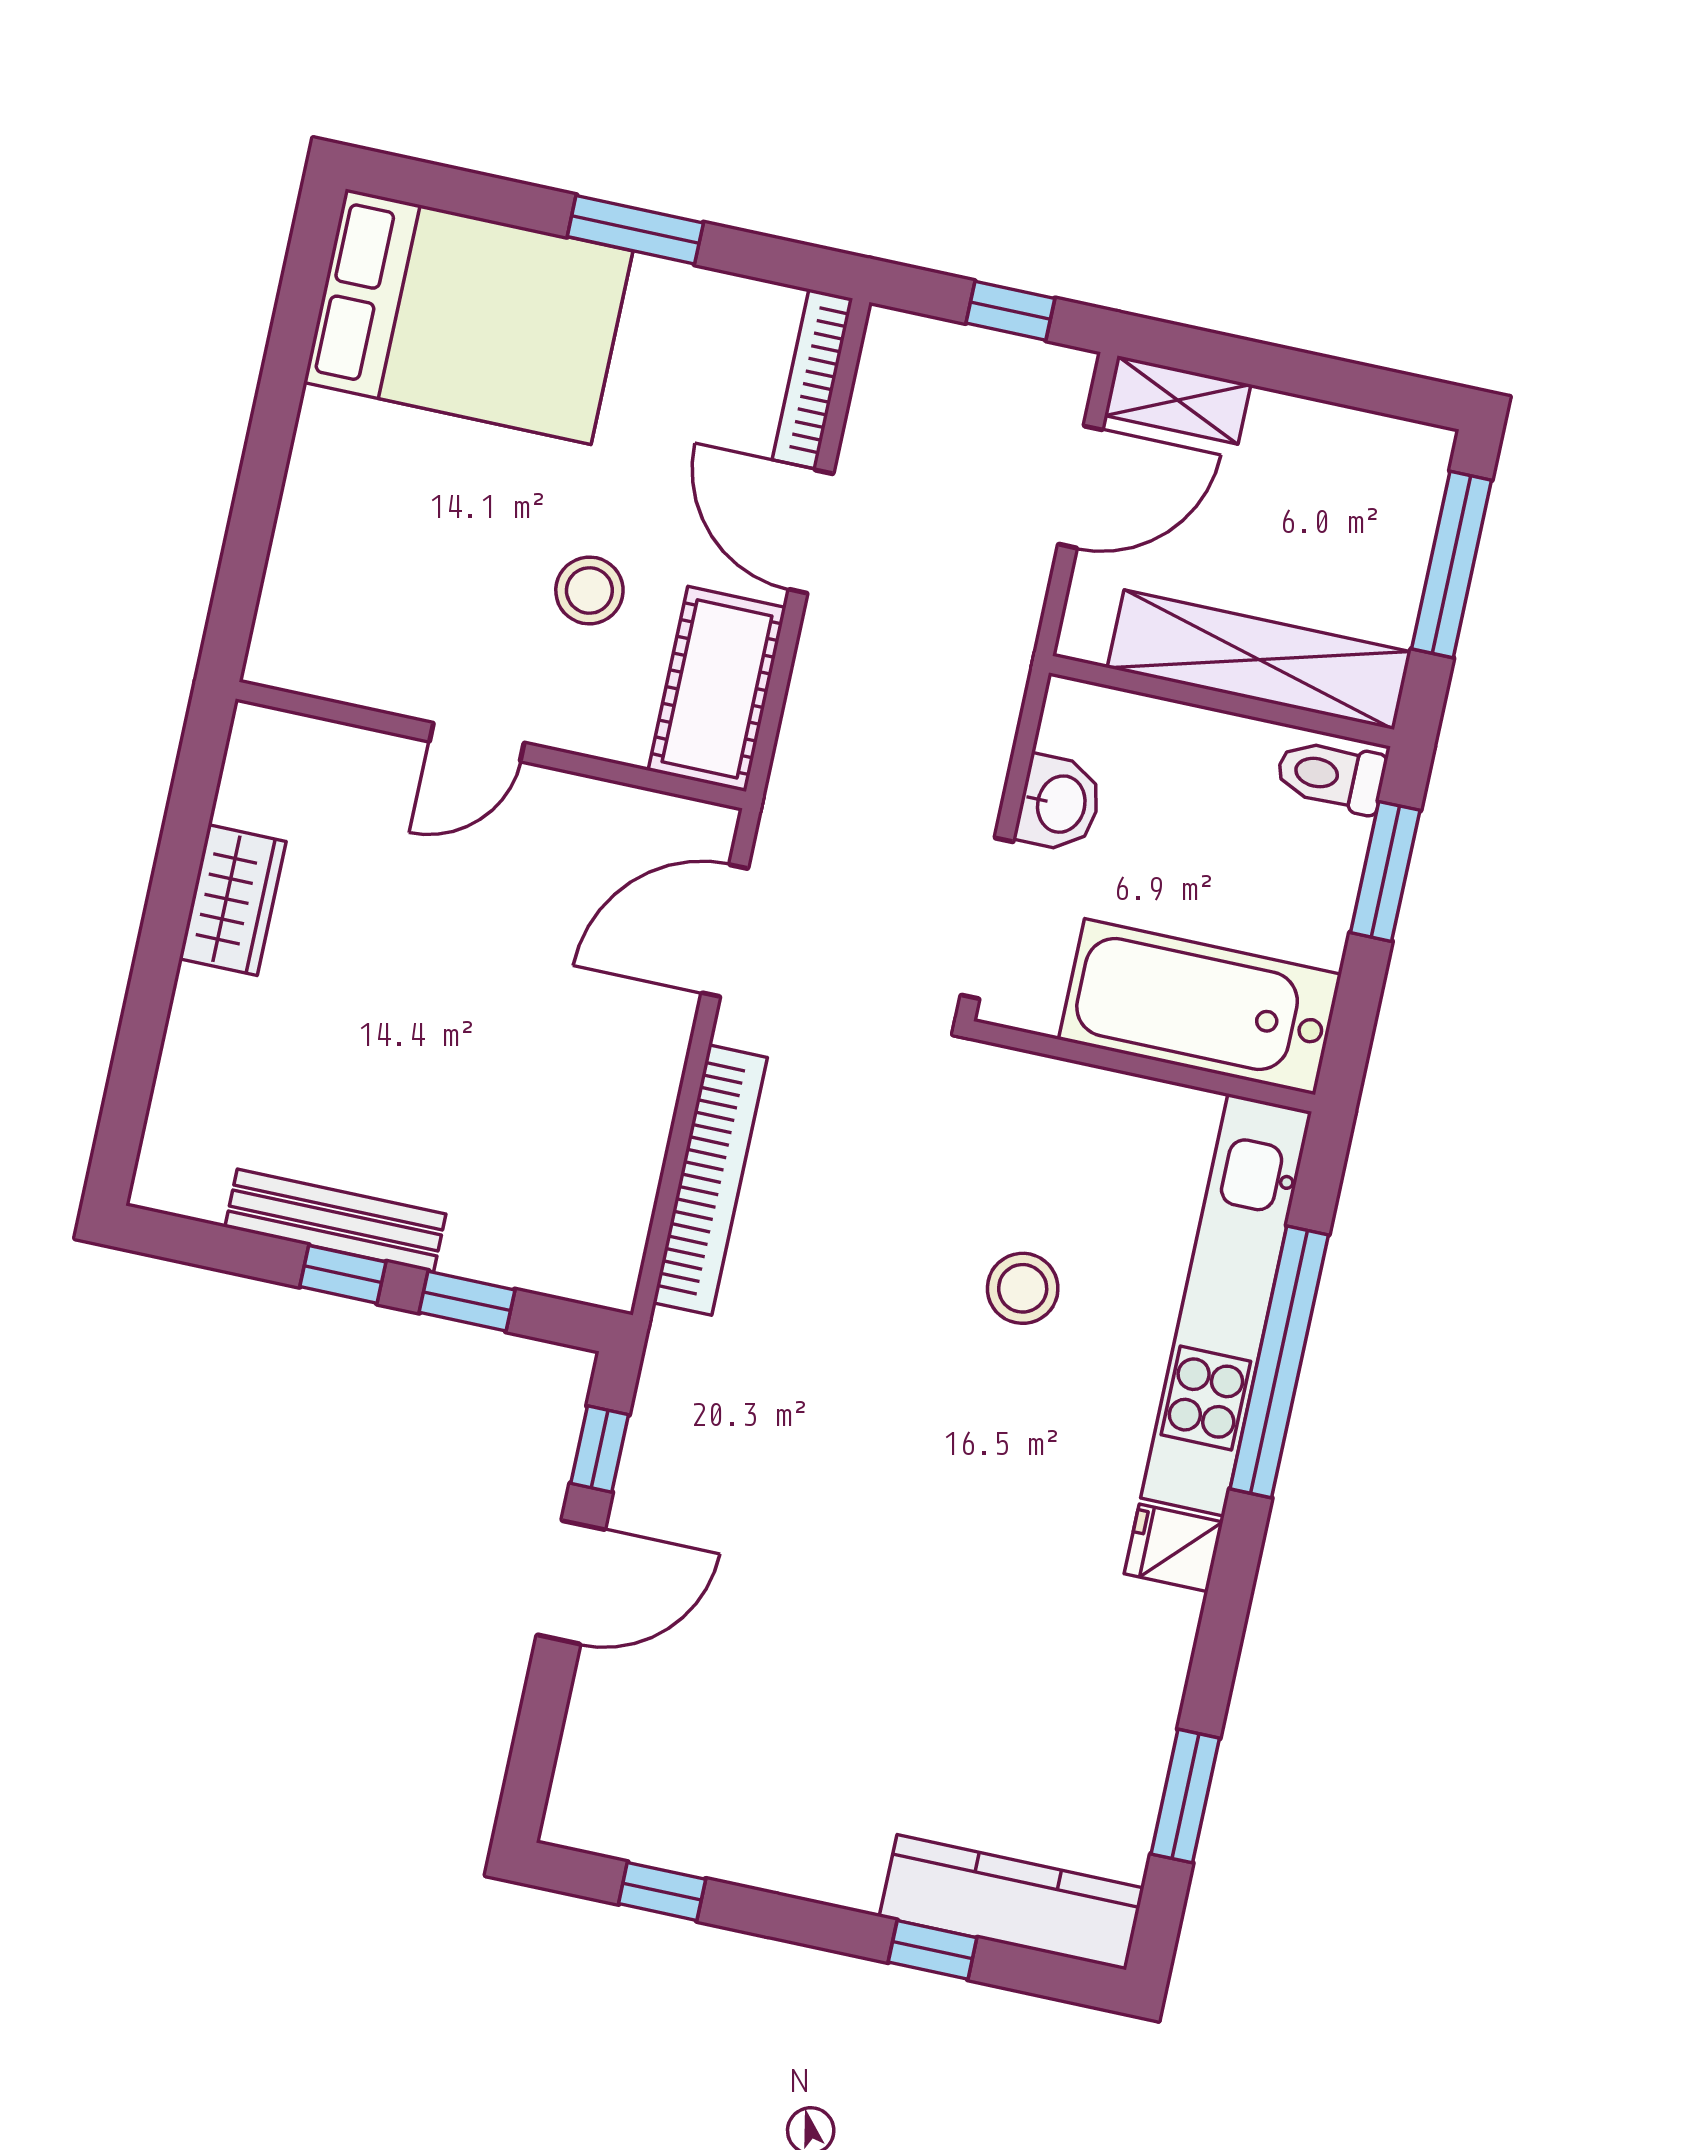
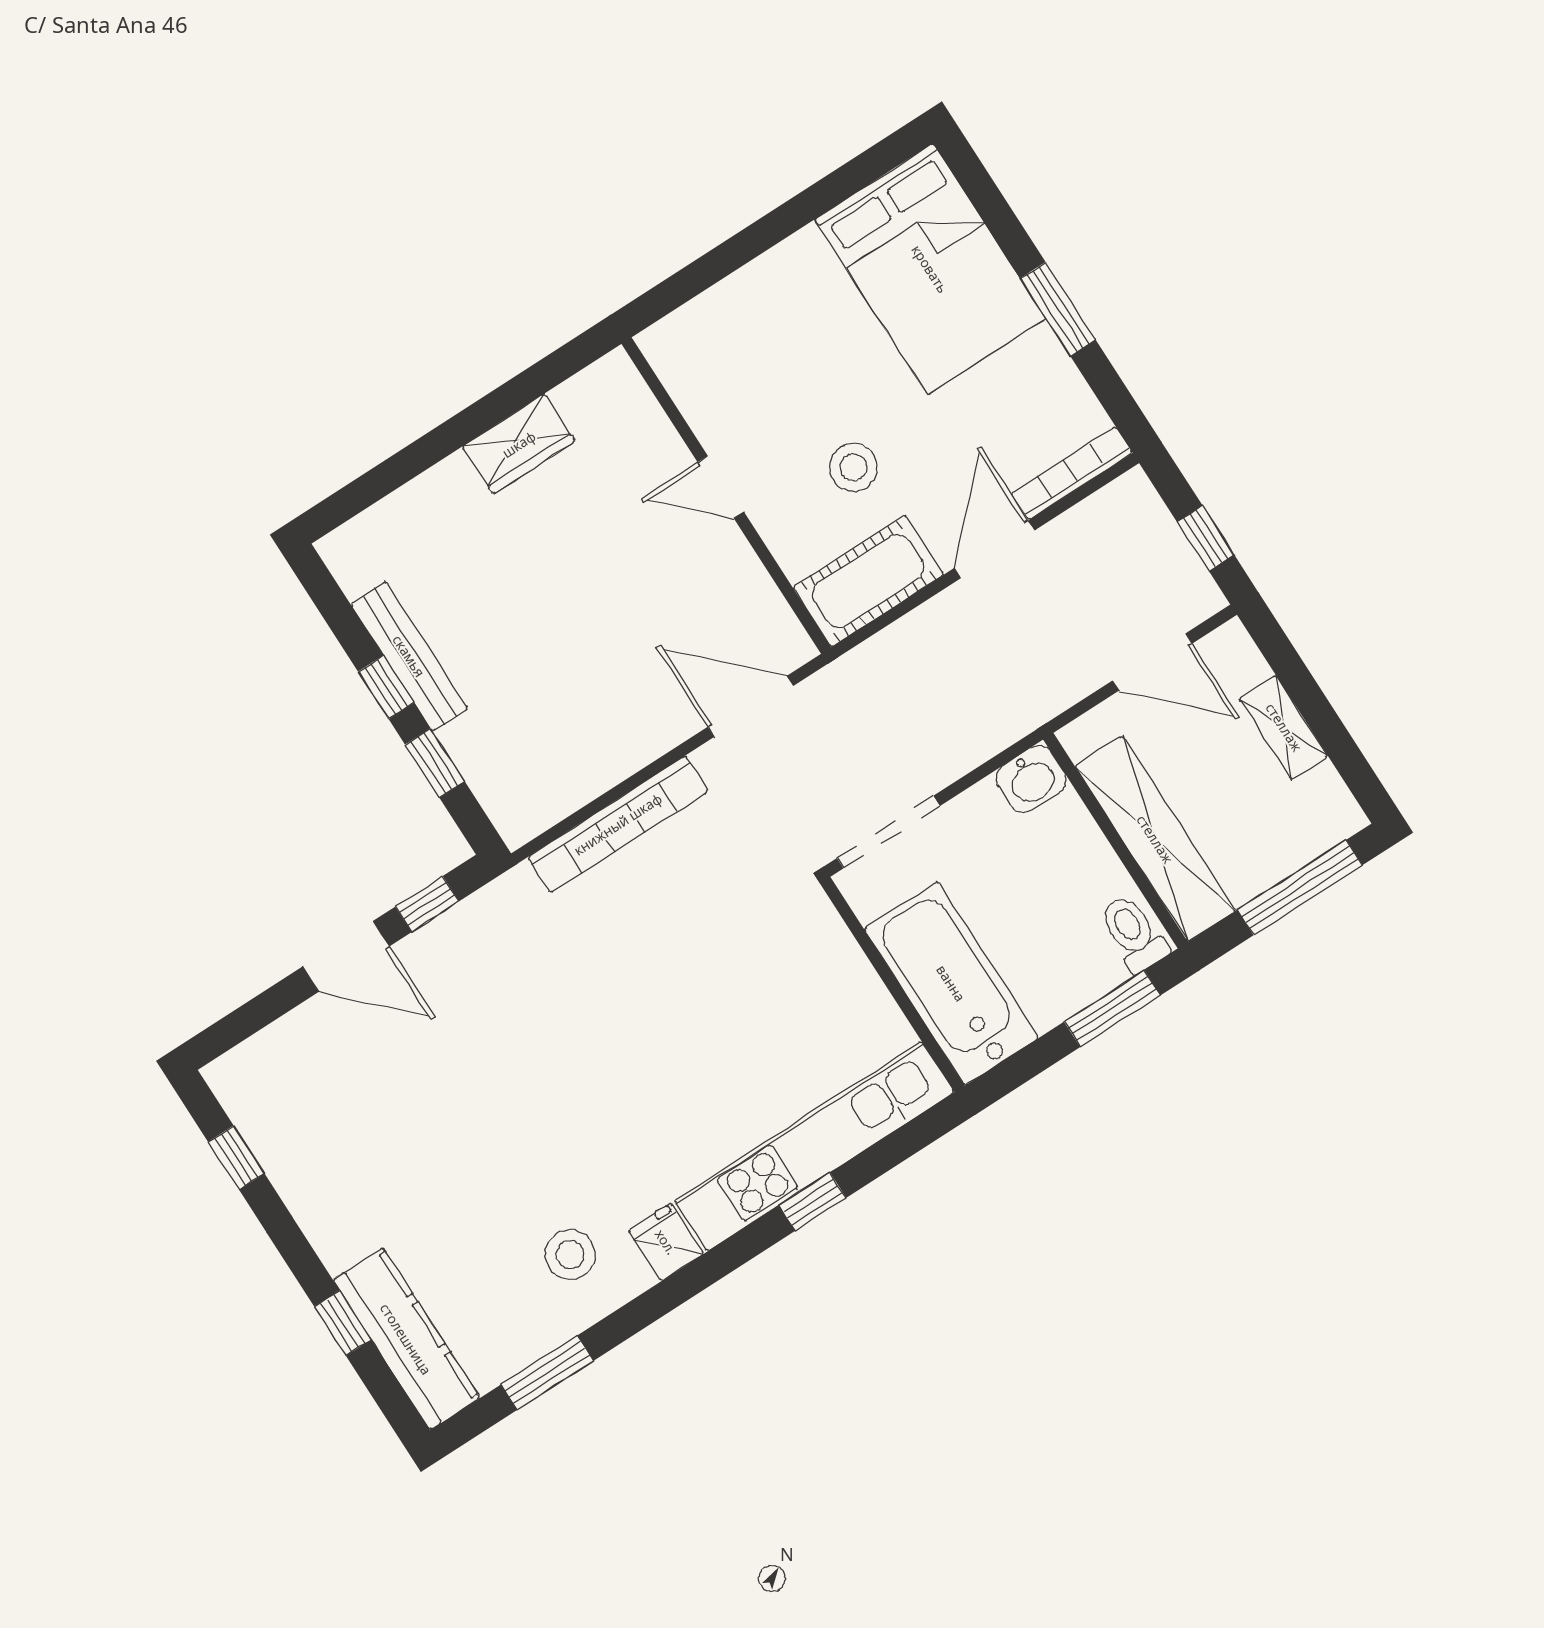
shelving: (1178, 400) -> (1284, 727), moved
washbasin: (1059, 804) -> (1031, 779), moved
stool: (1023, 1288) -> (570, 1255), moved
window: (1279, 1362) -> (813, 1202), width x0.32

